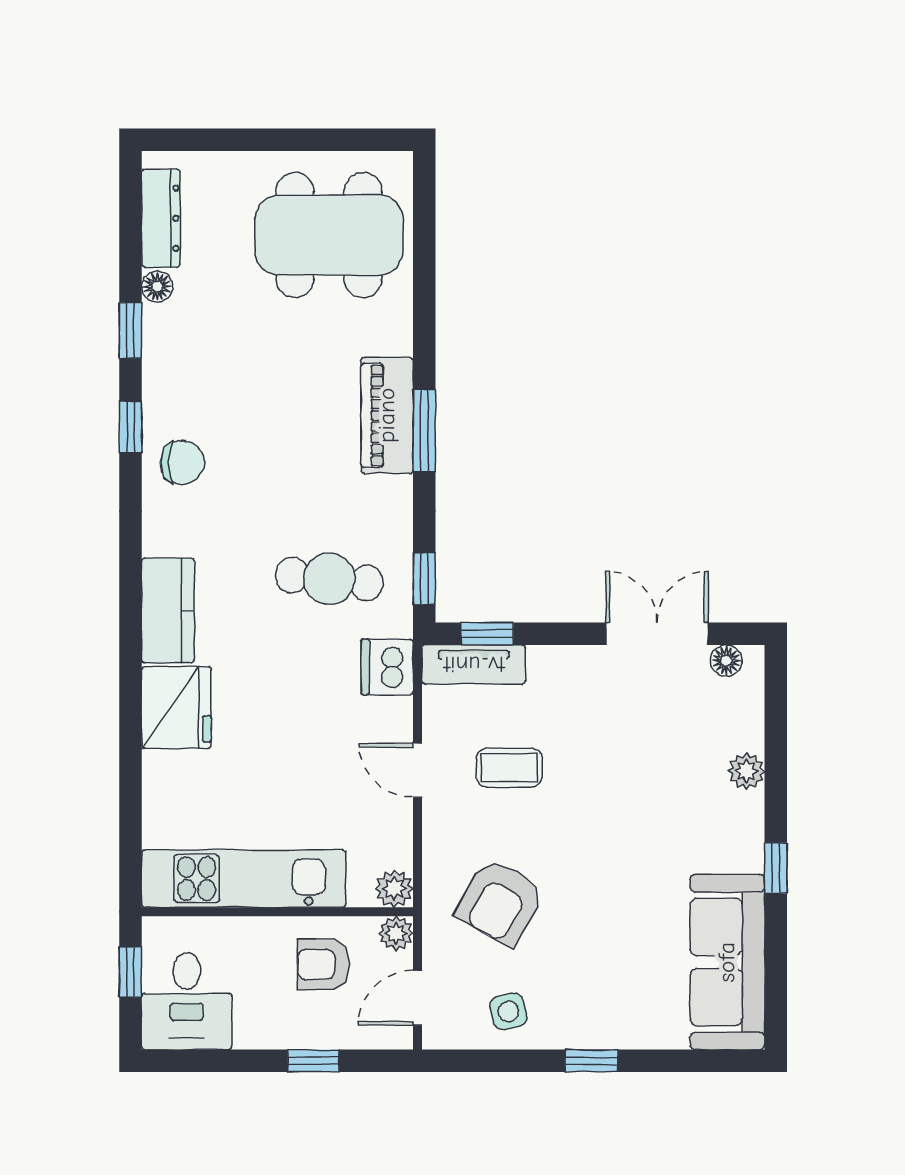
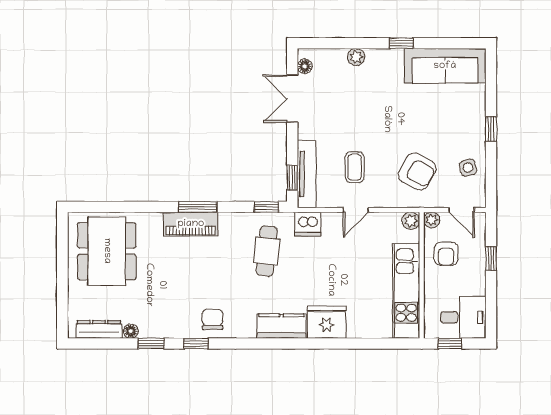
tv unit: (474, 664) -> (307, 174), width x1.41

